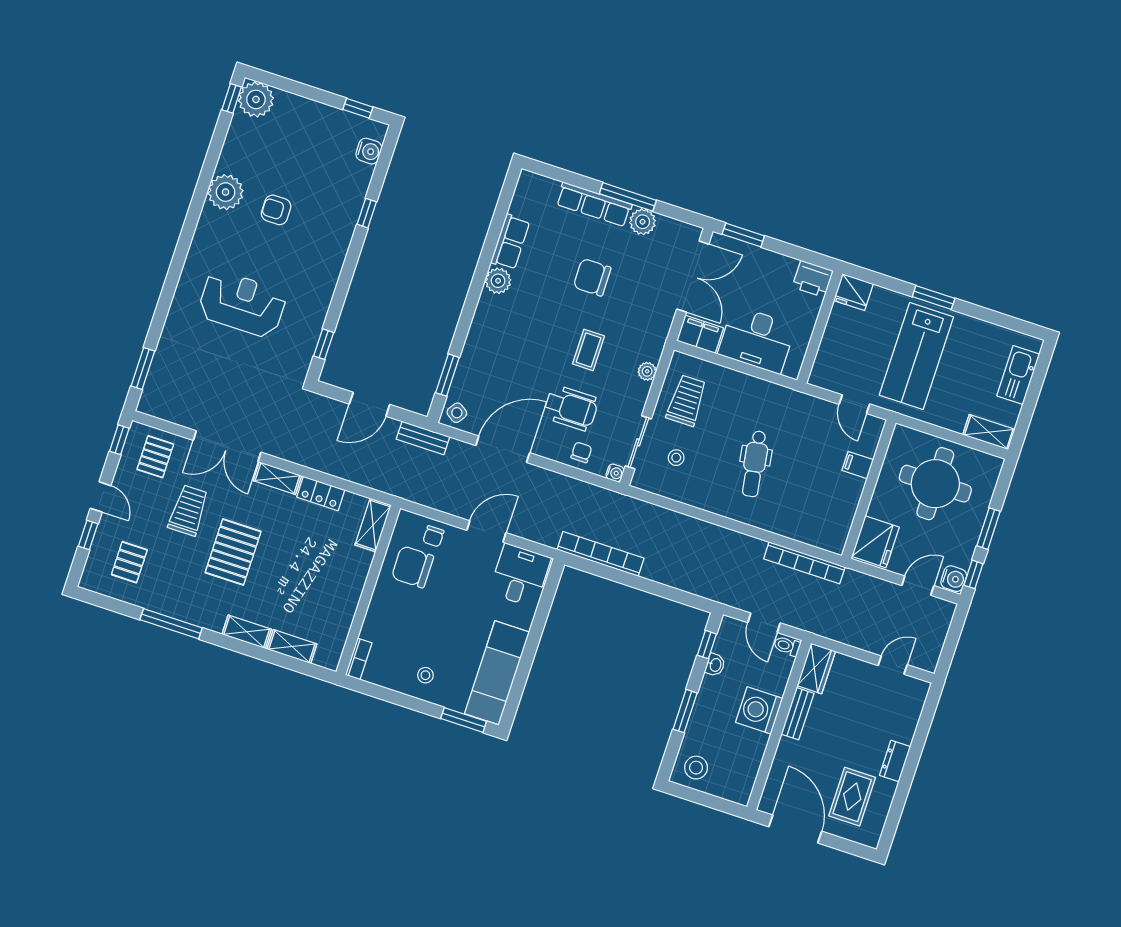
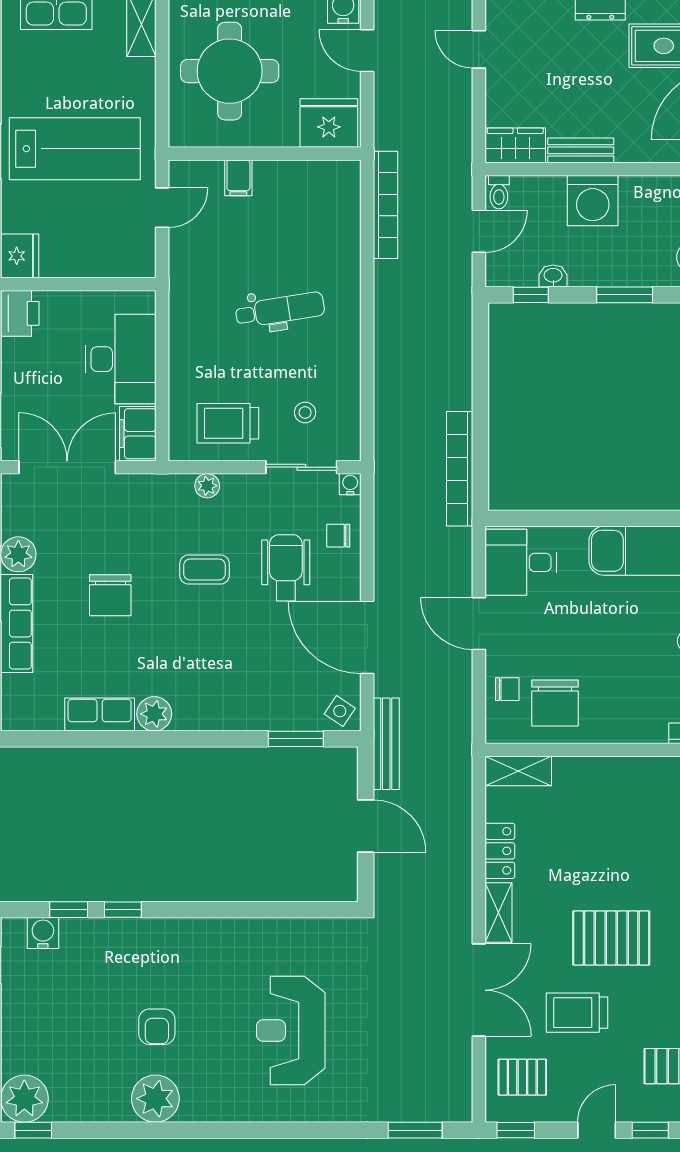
window: (324, 344) -> (69, 910), moved
bench: (423, 438) -> (386, 744), width x1.36

